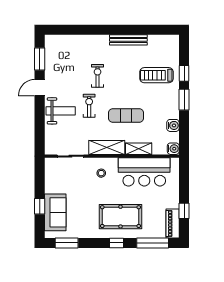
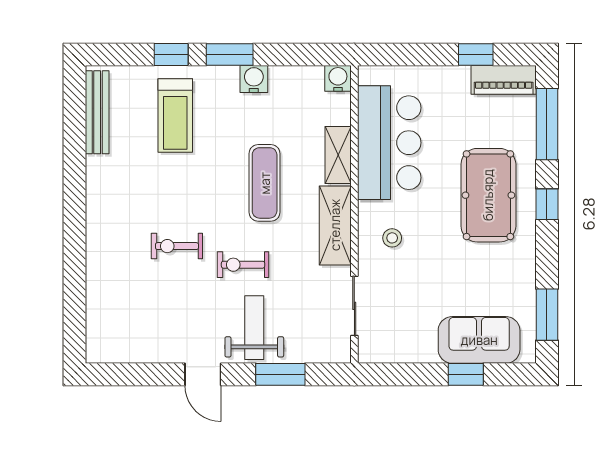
bench: (128, 40) -> (97, 112), moved
window: (40, 59) -> (280, 374), moved
water cooler: (173, 125) -> (254, 79), moved

